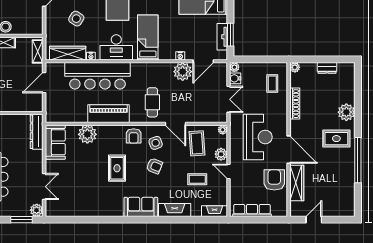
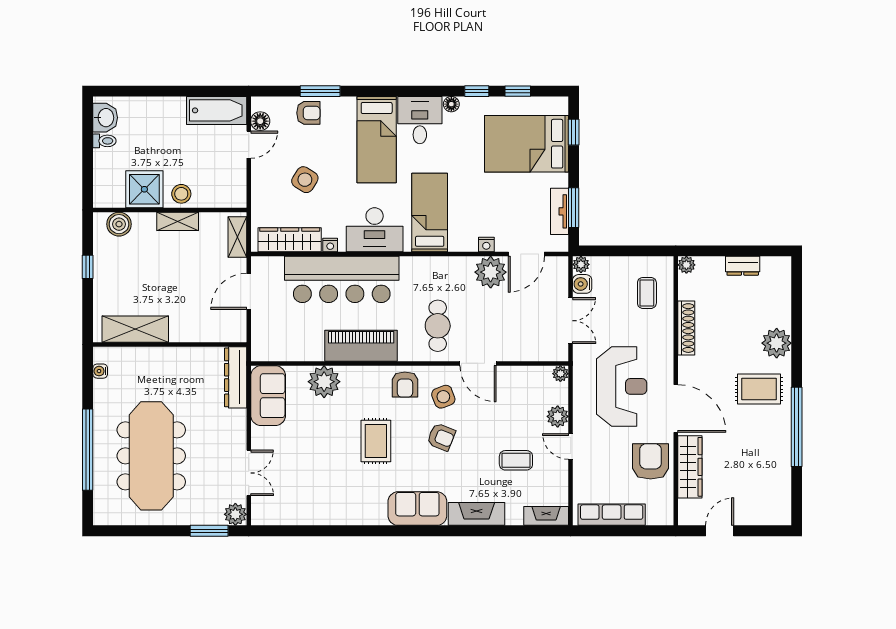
coffee table: (197, 143) -> (516, 398), removed

